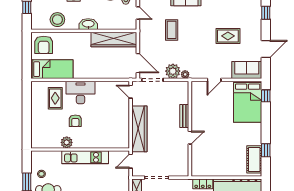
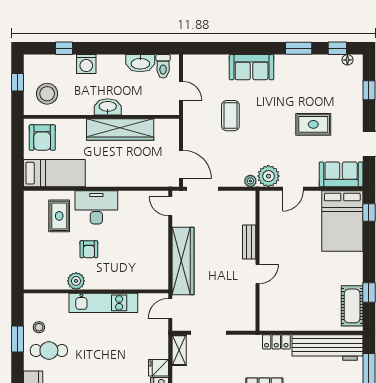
stool: (57, 20) -> (47, 94), moved
wardrobe: (114, 40) -> (120, 130), moved
plant: (173, 71) -> (268, 176), moved

